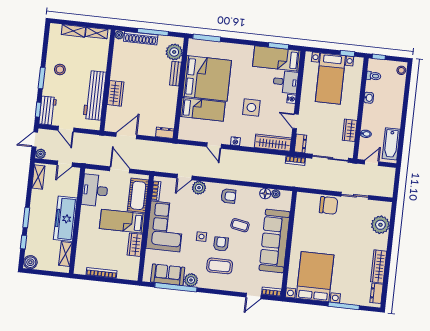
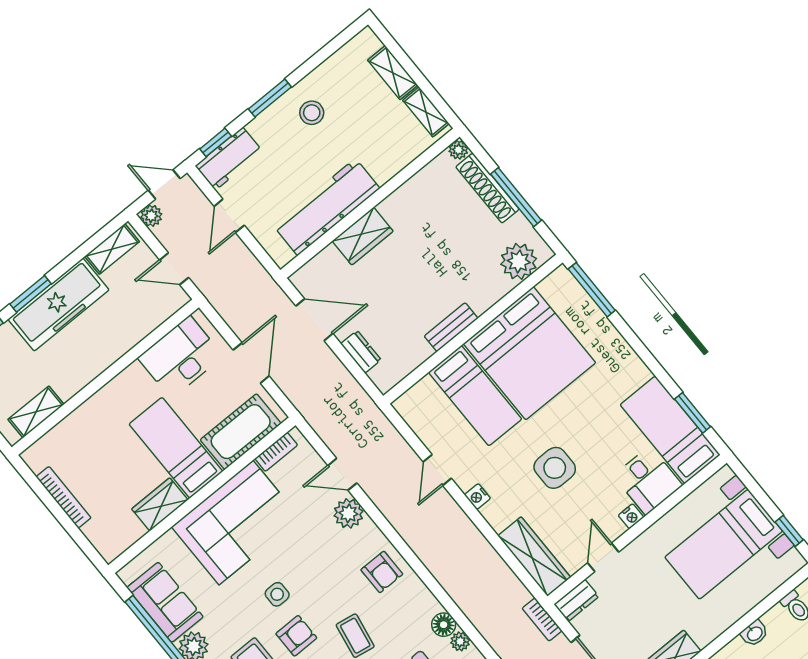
bench: (175, 74) -> (451, 327), moved
dresser: (165, 133) -> (361, 352), moved
freezer: (65, 219) -> (58, 305), moved, turned 180

